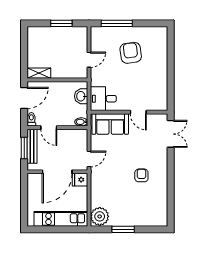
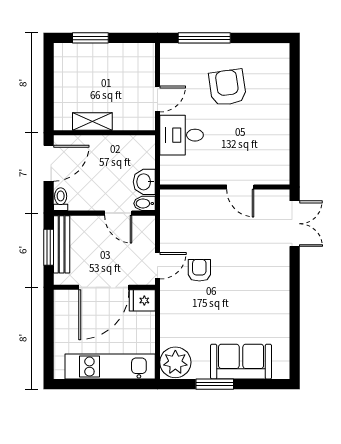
window: (61, 23) -> (90, 38), moved
shelving: (39, 73) -> (92, 122), moved
washbasin: (81, 96) -> (144, 182), moved
desk: (103, 99) -> (182, 135), moved
sofa: (110, 124) -> (241, 362), moved, turned 180
door: (49, 128) -> (118, 213), moved
armchair: (141, 175) -> (199, 270), moved

